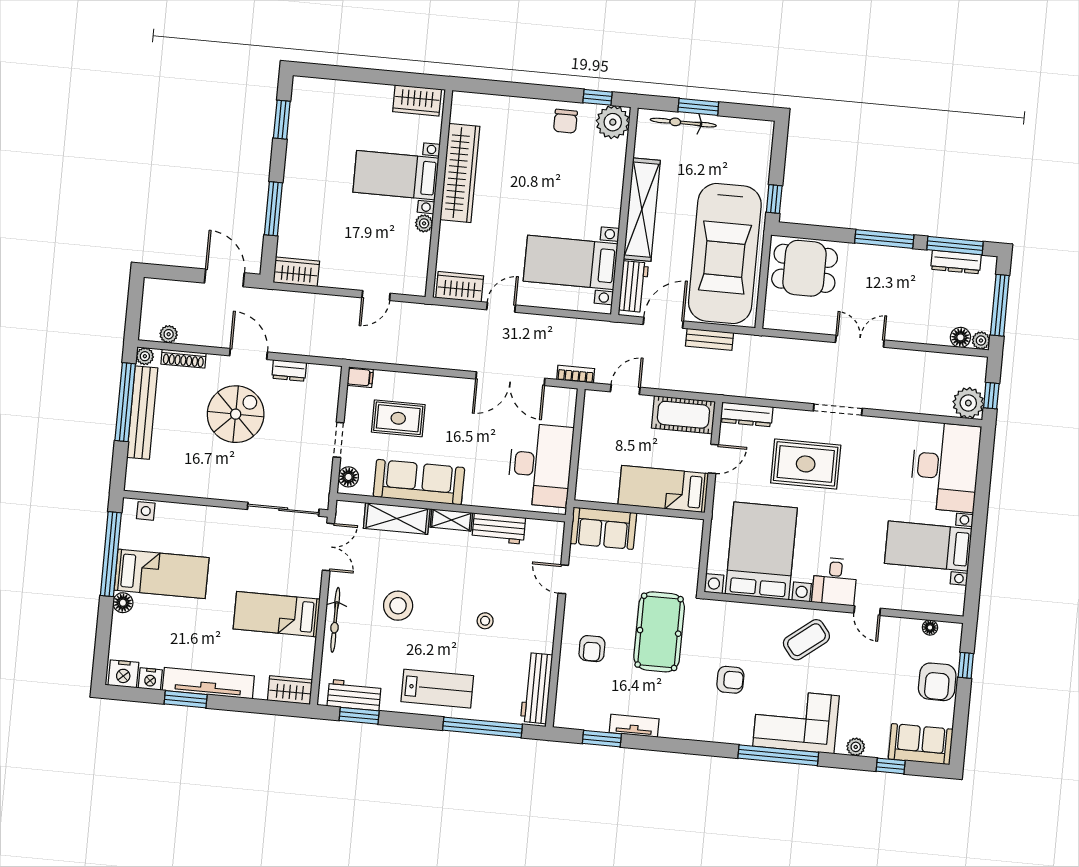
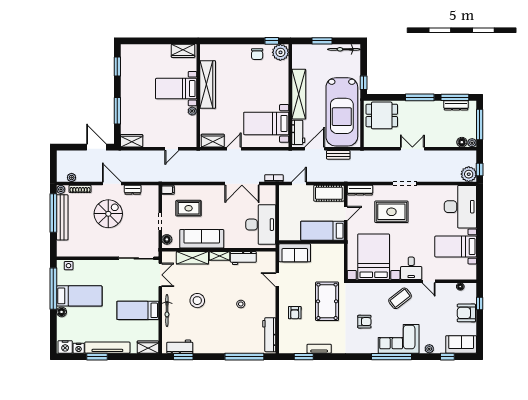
bicycle: (683, 123) -> (344, 49), moved
armchair: (937, 682) -> (466, 313), turned 90
lab bench: (437, 689) -> (220, 340), removed

